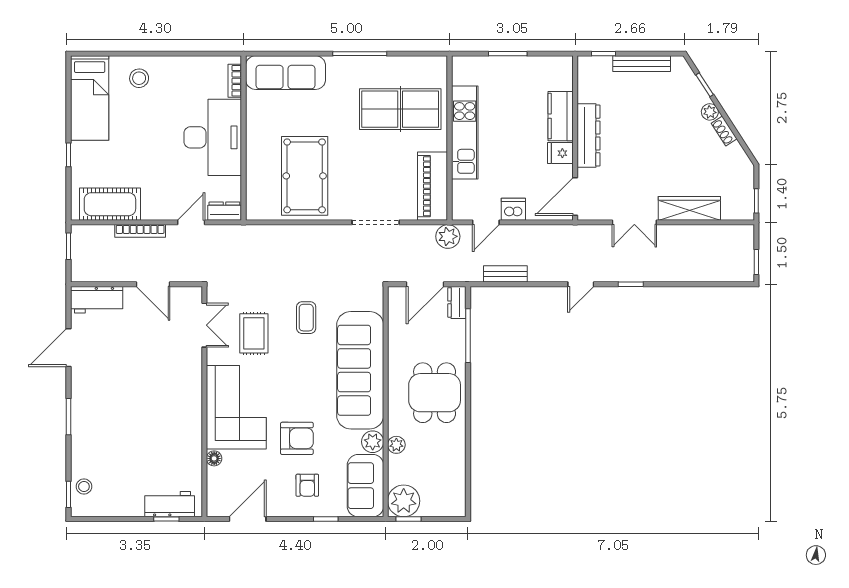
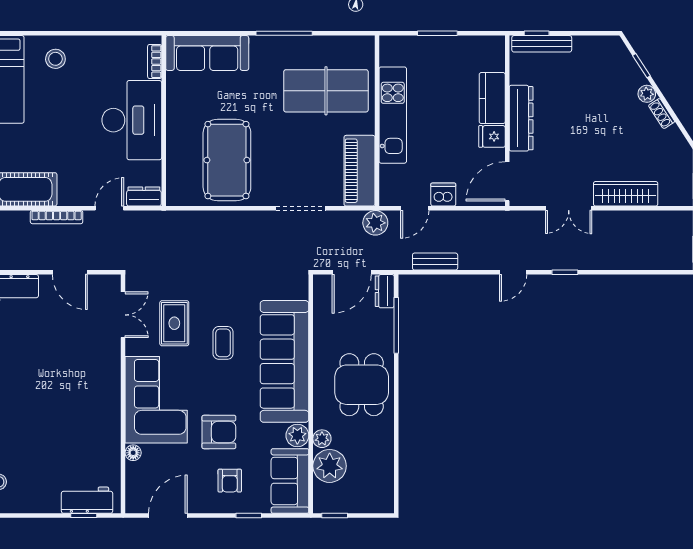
bench: (642, 64) -> (542, 44), moved
coffee table: (306, 318) -> (223, 343), moved
plant: (404, 501) -> (330, 466), moved

